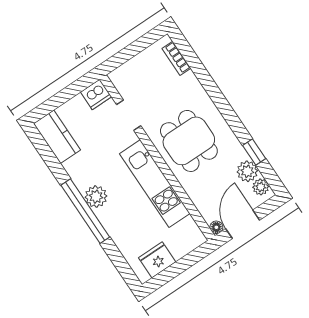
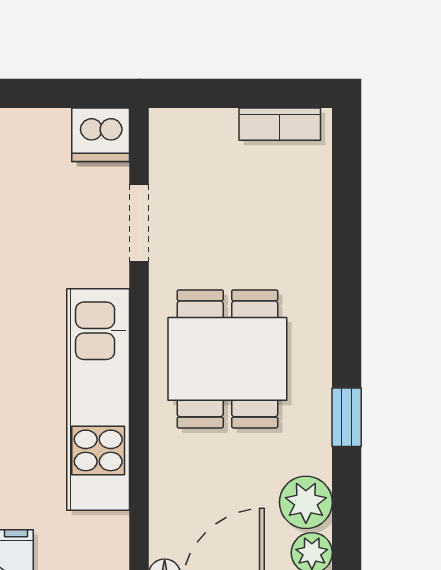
bookcase: (176, 58) -> (280, 124), moved, turned -90
window: (254, 152) -> (347, 417), moved

